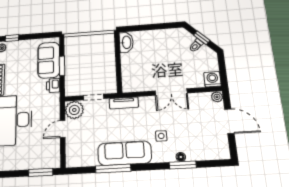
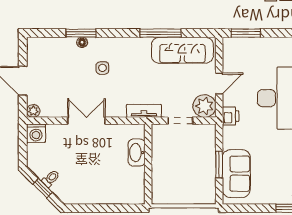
washbasin: (126, 42) -> (137, 153), moved
printer: (53, 85) -> (231, 116), moved
sofa: (125, 153) -> (182, 50), moved

